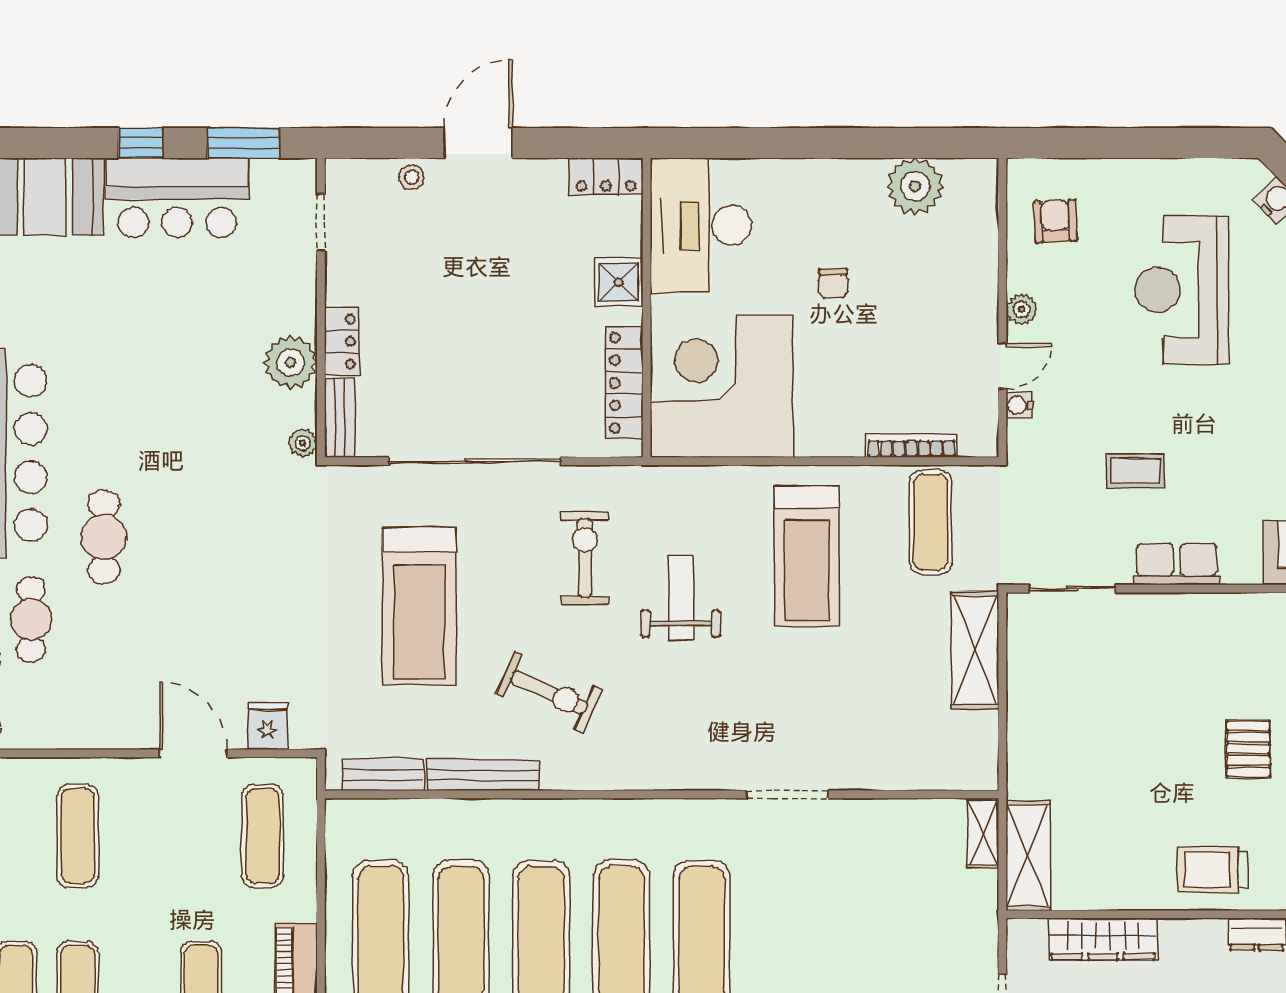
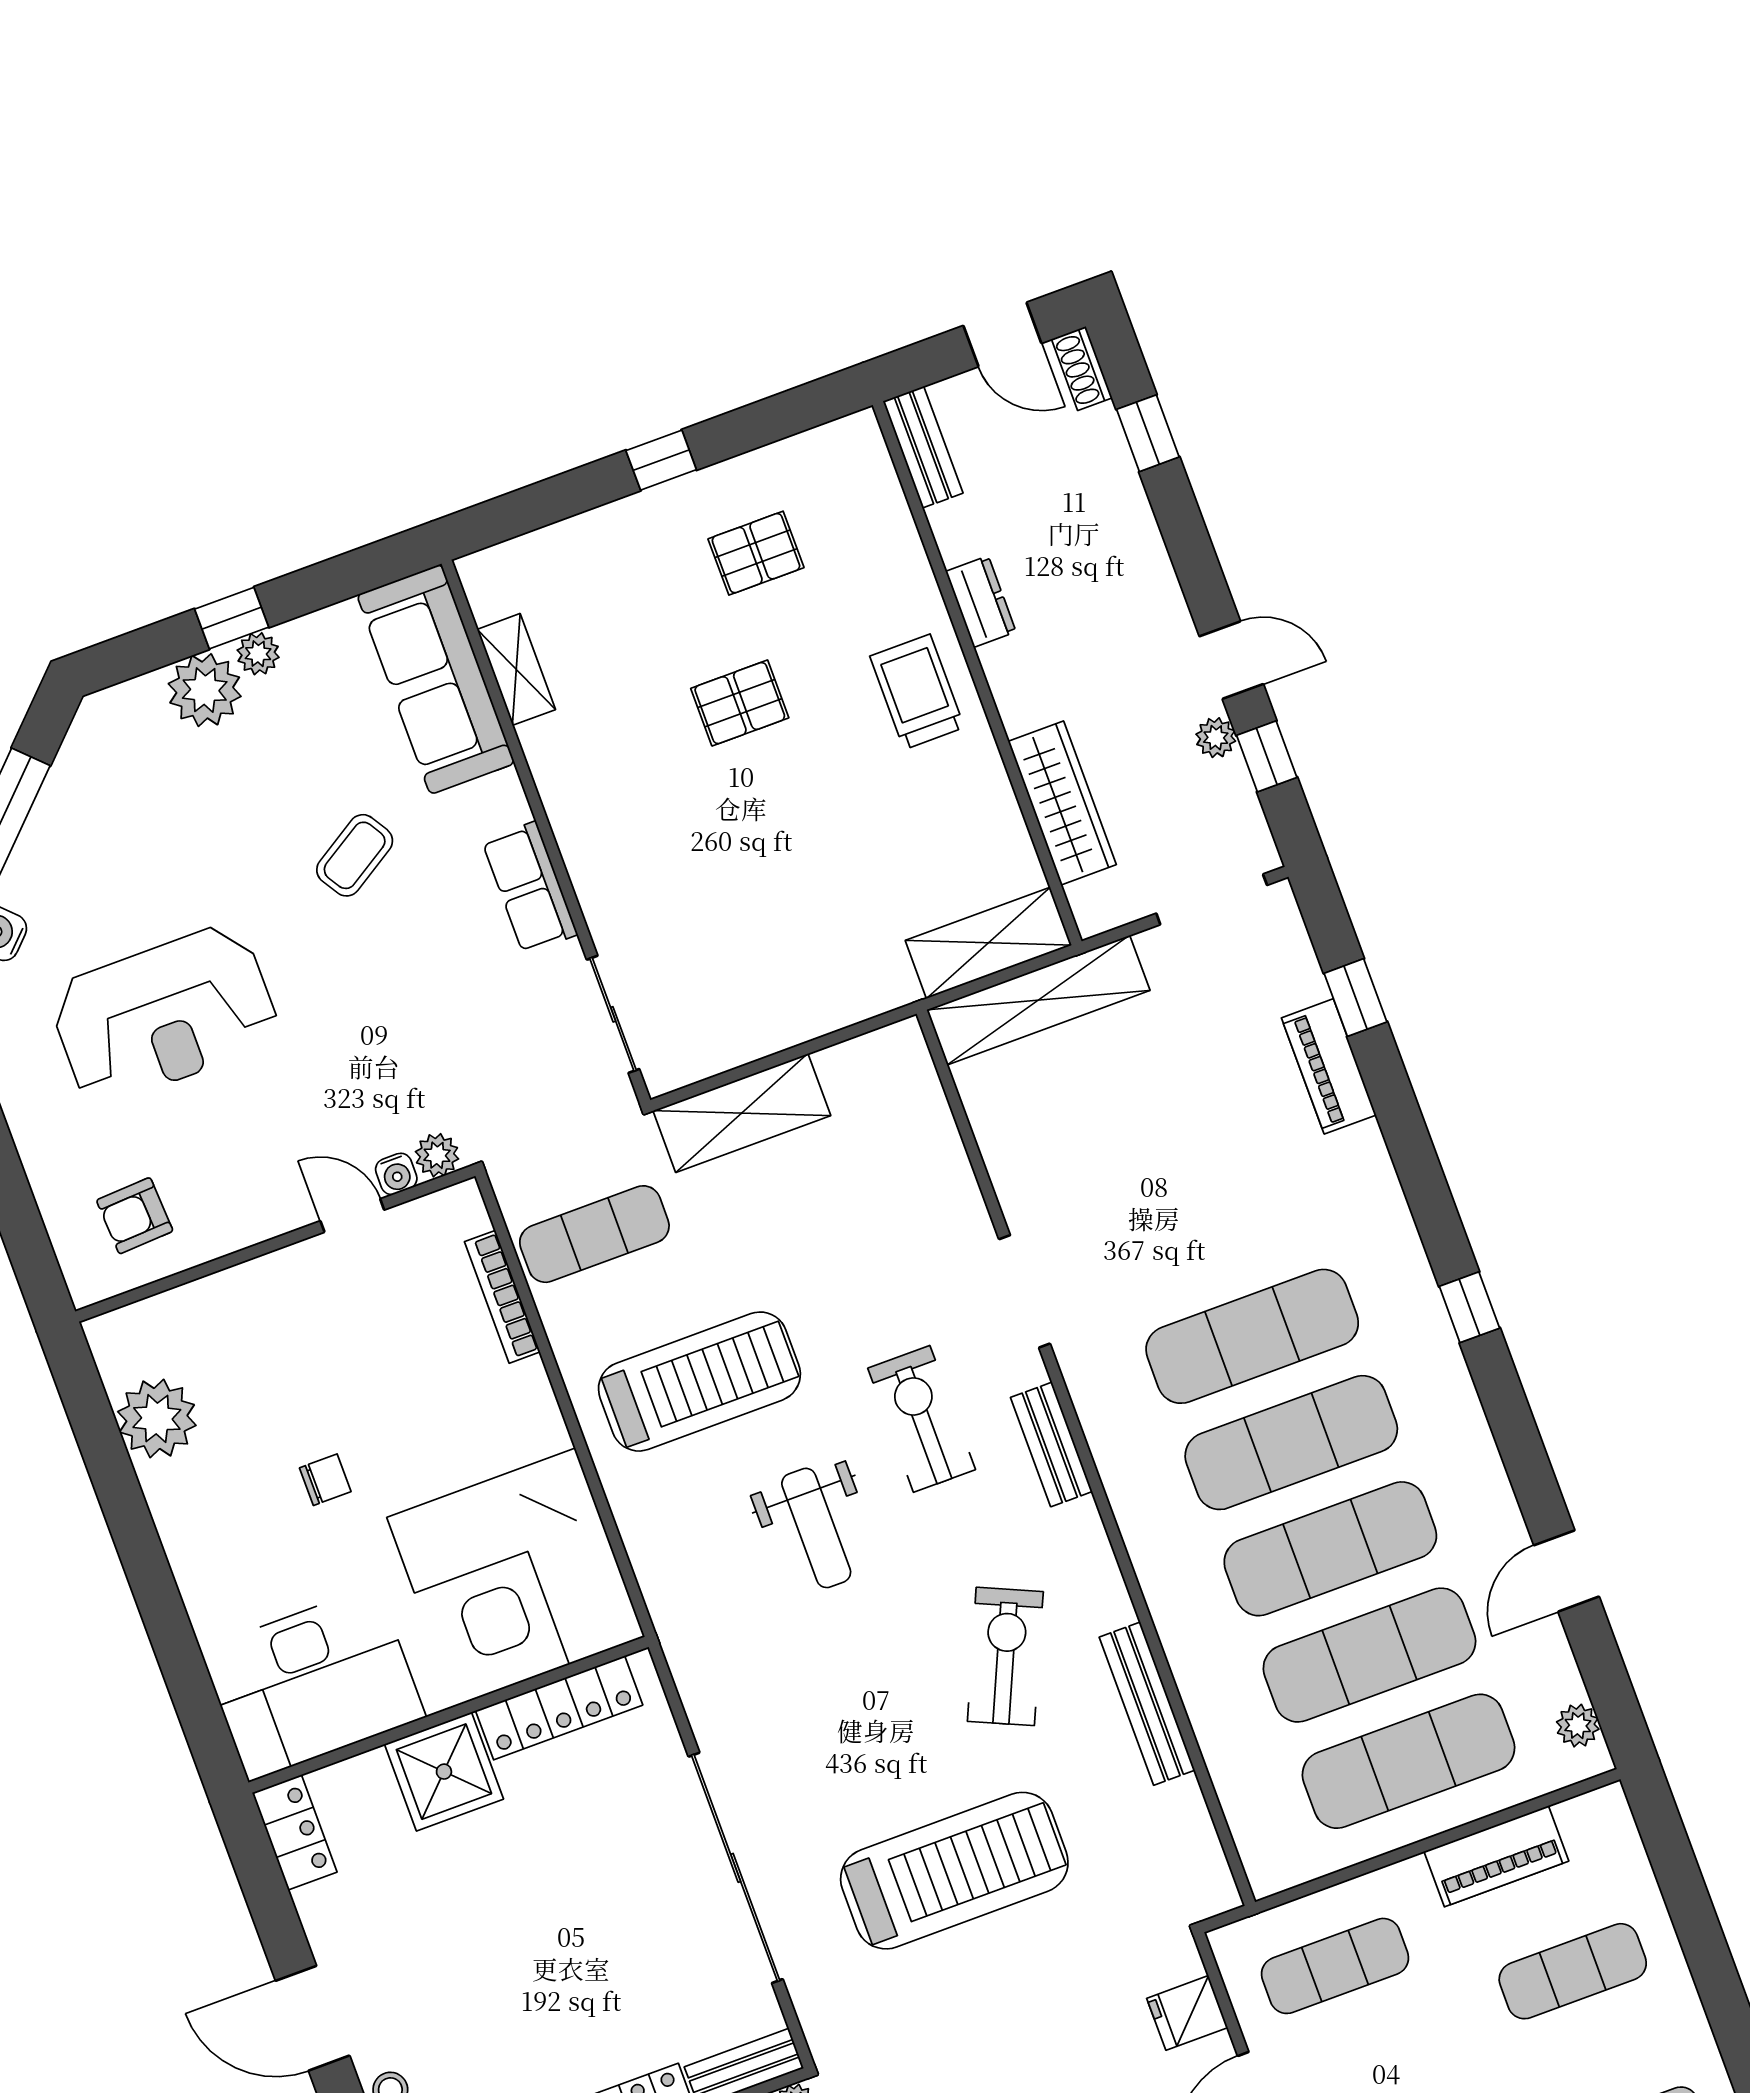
shower: (619, 282) -> (444, 1772), width x1.36, depth x1.36
plant: (1022, 309) -> (437, 1155), moved
coffee table: (1136, 471) -> (355, 855), moved, turned 58
exercise bike: (585, 558) -> (922, 1419), moved, turned 90
weight bench: (681, 598) -> (816, 1528), turned -90
bench: (383, 775) -> (1052, 1444), moved
shelving: (983, 833) -> (1038, 1000), width x2.20, depth x1.33
trolley: (1212, 870) -> (917, 692), turned 180

